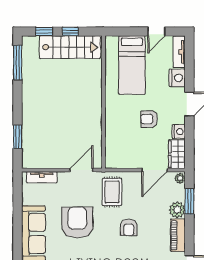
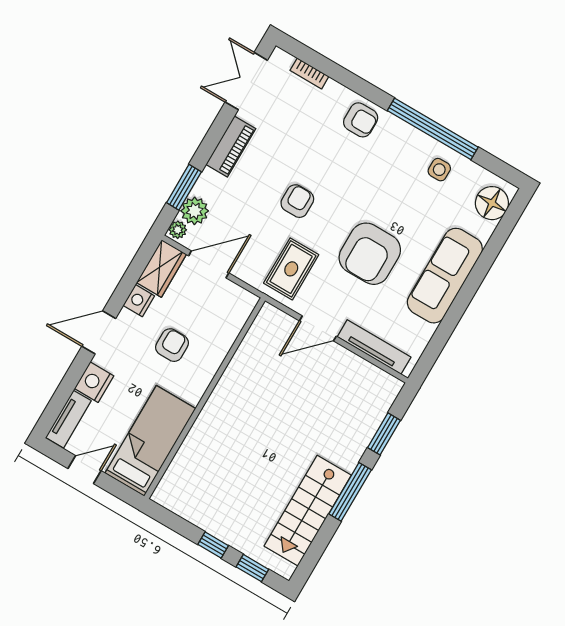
stairs: (70, 47) -> (308, 511), moved, turned -90
window: (18, 63) -> (350, 492), moved
wall: (103, 102) -> (205, 398), moved
armchair: (149, 119) -> (172, 345), turned -90
tv unit: (42, 177) -> (374, 347), width x1.41
plant: (177, 210) -> (195, 211), moved

